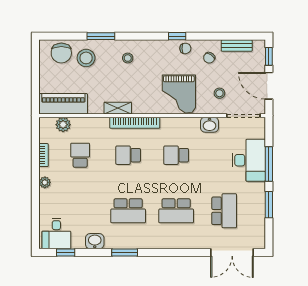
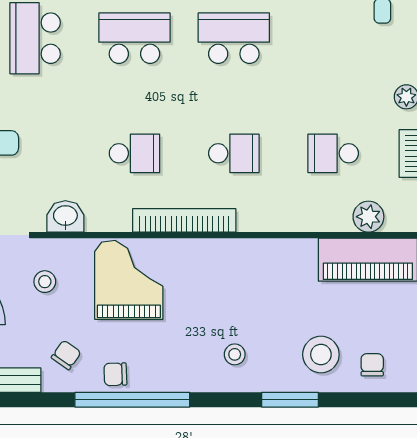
window: (177, 36) -> (132, 400), width x3.17
chair: (61, 53) -> (372, 365), width x0.54, depth x0.54
shelving: (118, 108) -> (255, 251), removed
bookcase: (135, 123) -> (184, 220), moved
school desk: (80, 155) -> (333, 153), turned 90

